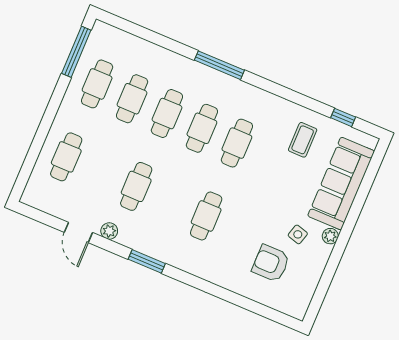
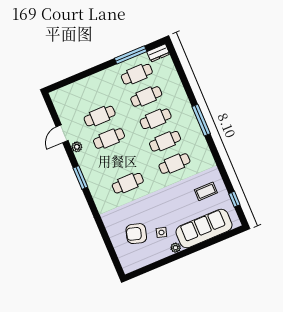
dresser: (98, 37) -> (158, 53), added
window: (76, 52) -> (131, 55), moved
cafe table: (66, 157) -> (100, 116), moved
armchair: (271, 263) -> (136, 234), turned -74

